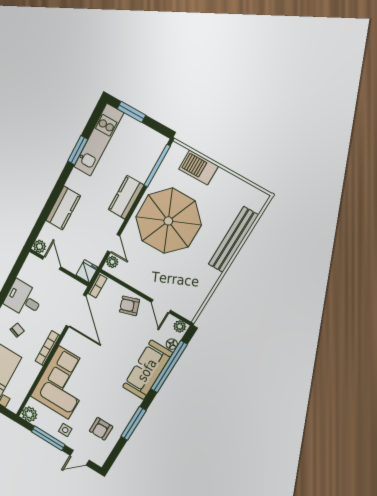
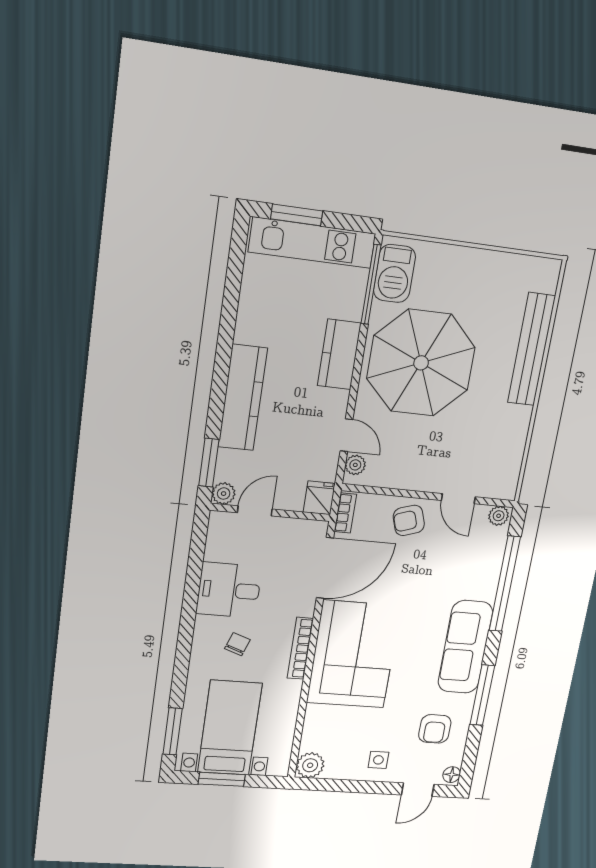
kitchen unit: (99, 140) -> (312, 243), moved, turned 90
window: (78, 150) -> (209, 463), moved
barbecue: (199, 168) -> (394, 273), moved, turned -90
kitchen counter: (63, 208) -> (243, 398), width x1.50
door: (52, 263) -> (255, 511), hinge flipped
door: (76, 311) -> (325, 568), hinge flipped
floor lamp: (172, 344) -> (452, 775), moved
sofa: (147, 370) -> (465, 647), moved
corner sofa: (64, 383) -> (354, 654), moved
window: (48, 438) -> (356, 786), removed

